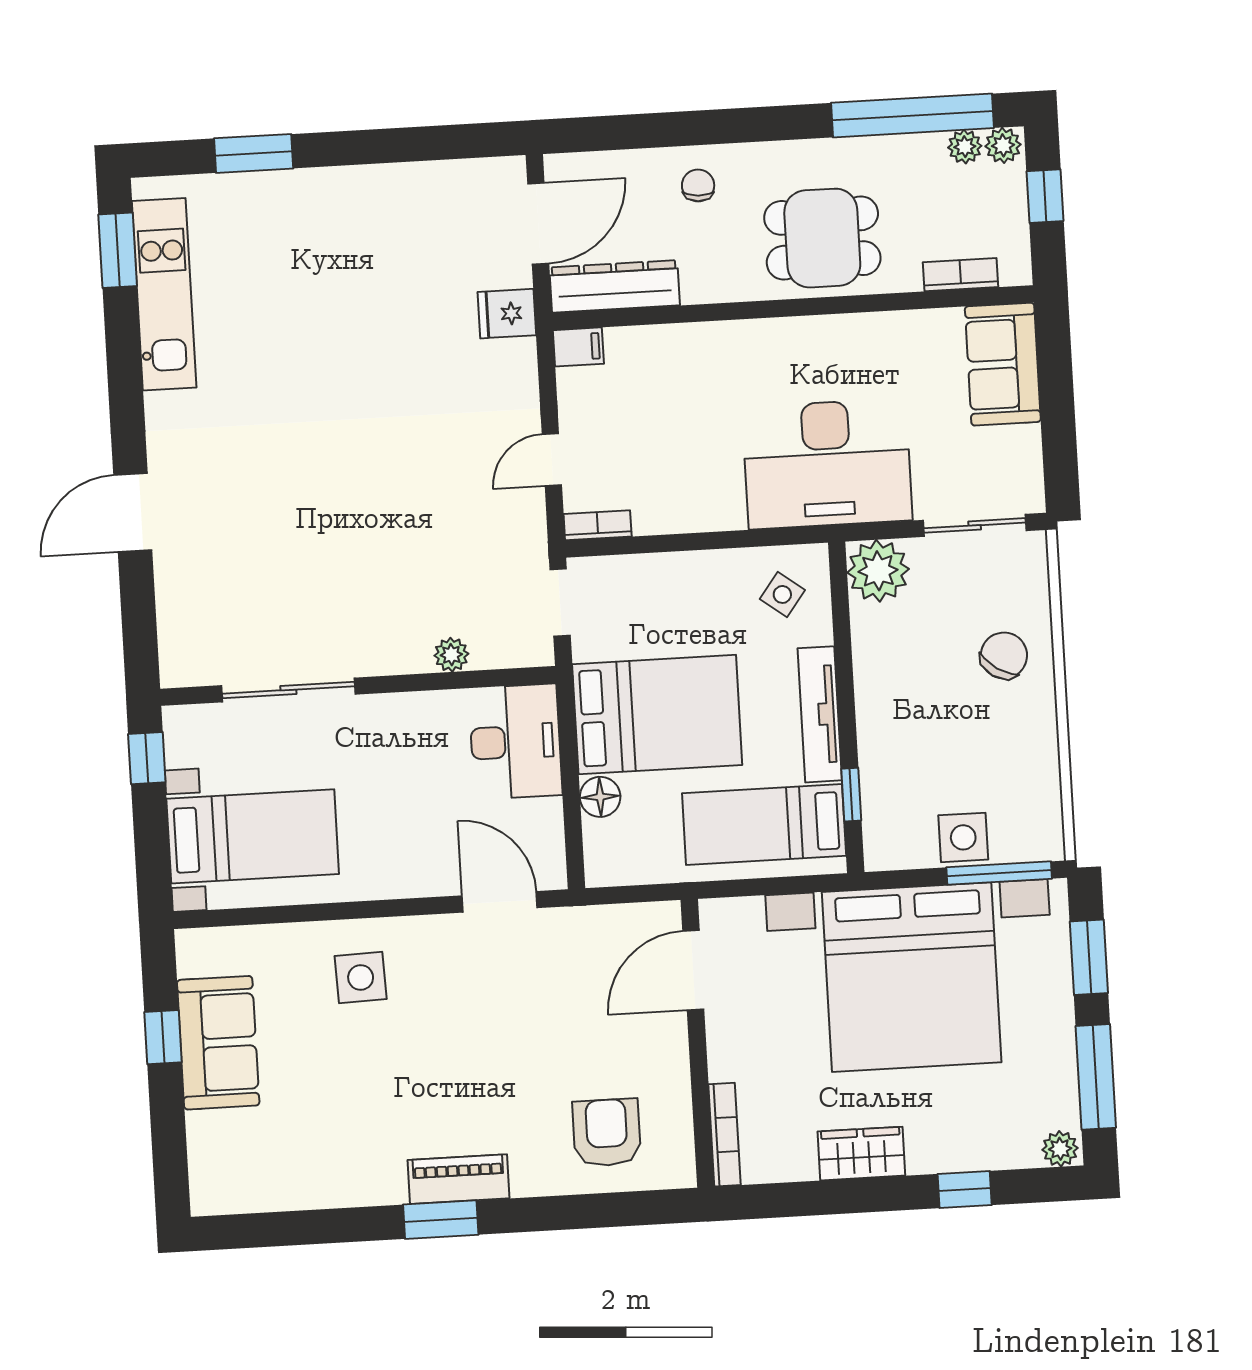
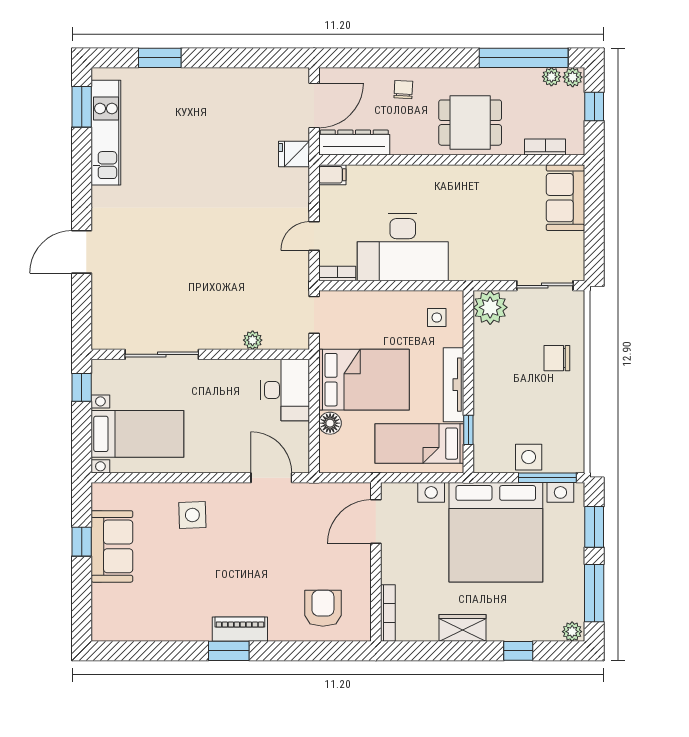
desk: (827, 464) -> (403, 247), moved
side table: (782, 594) -> (437, 318), turned -37
chair: (1004, 655) -> (557, 358), turned -123

